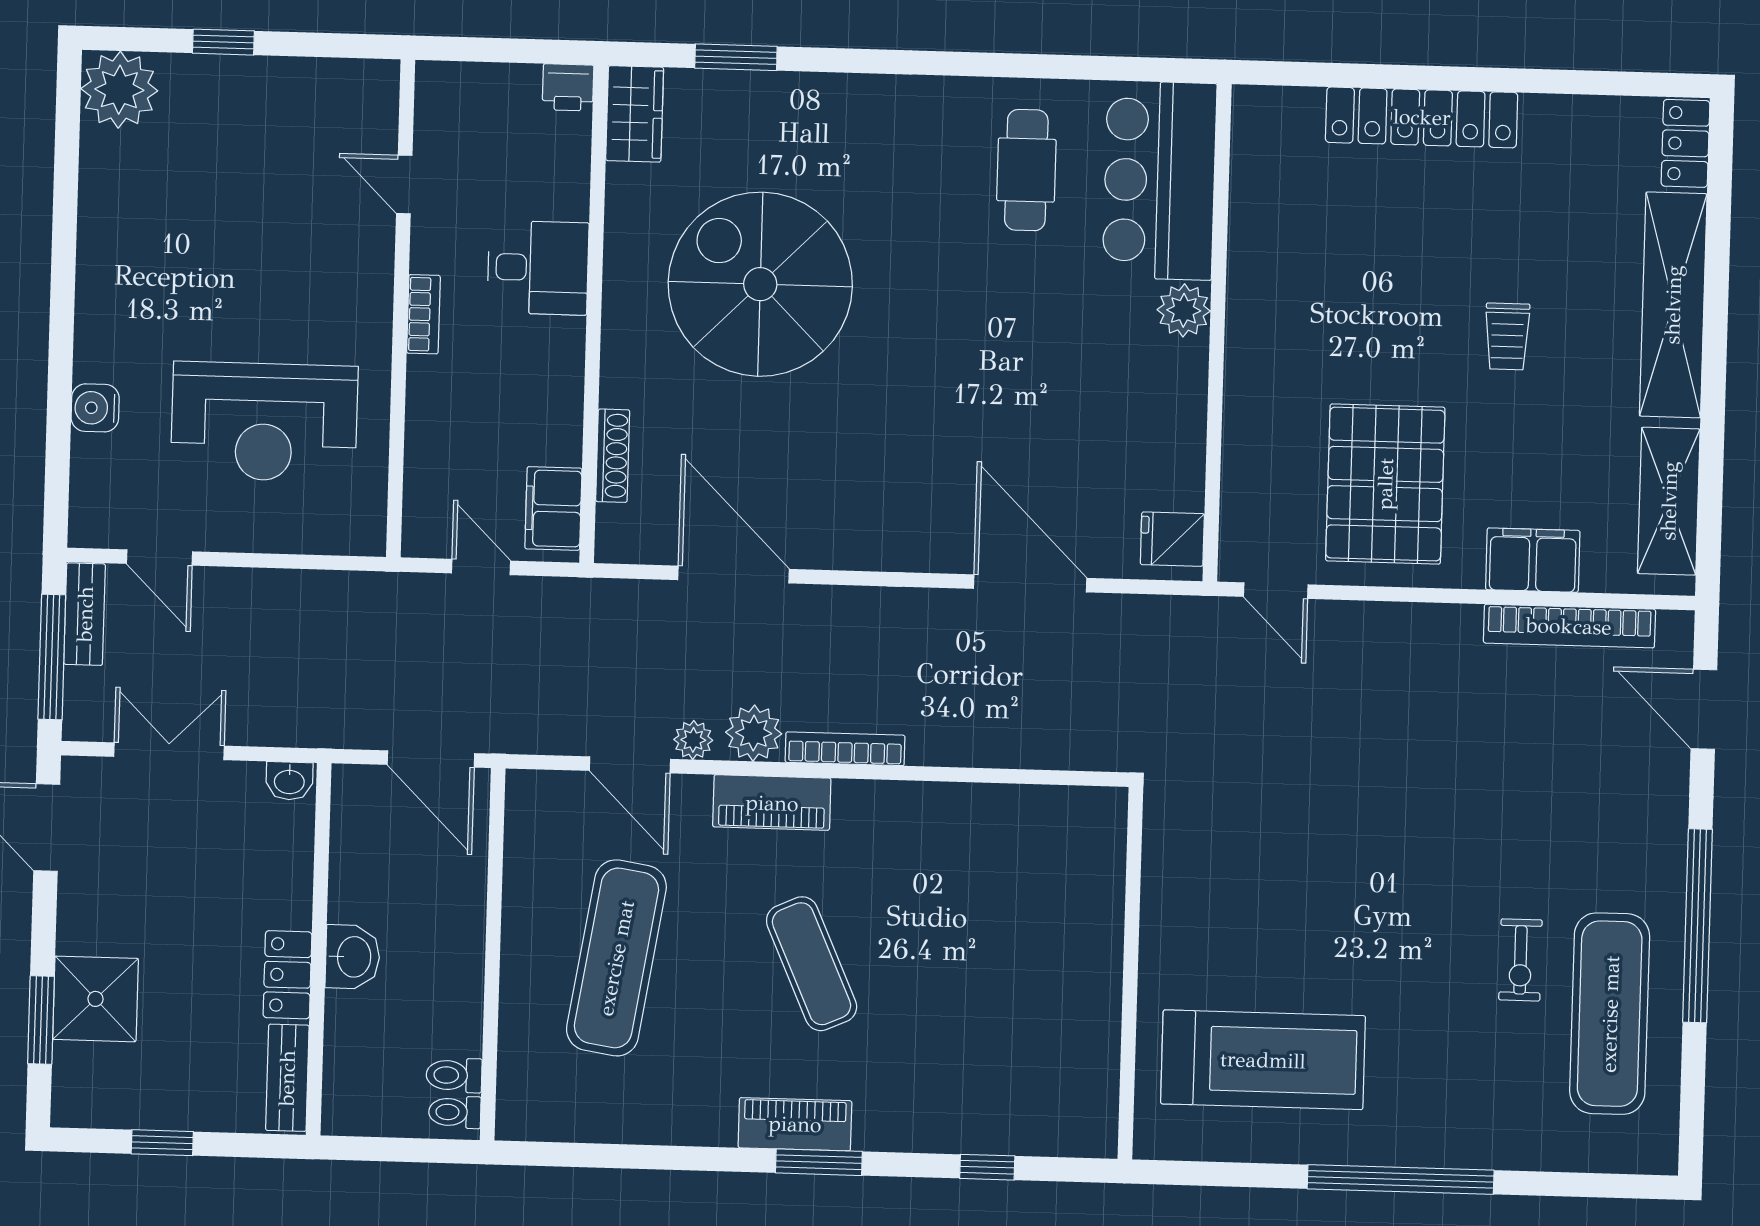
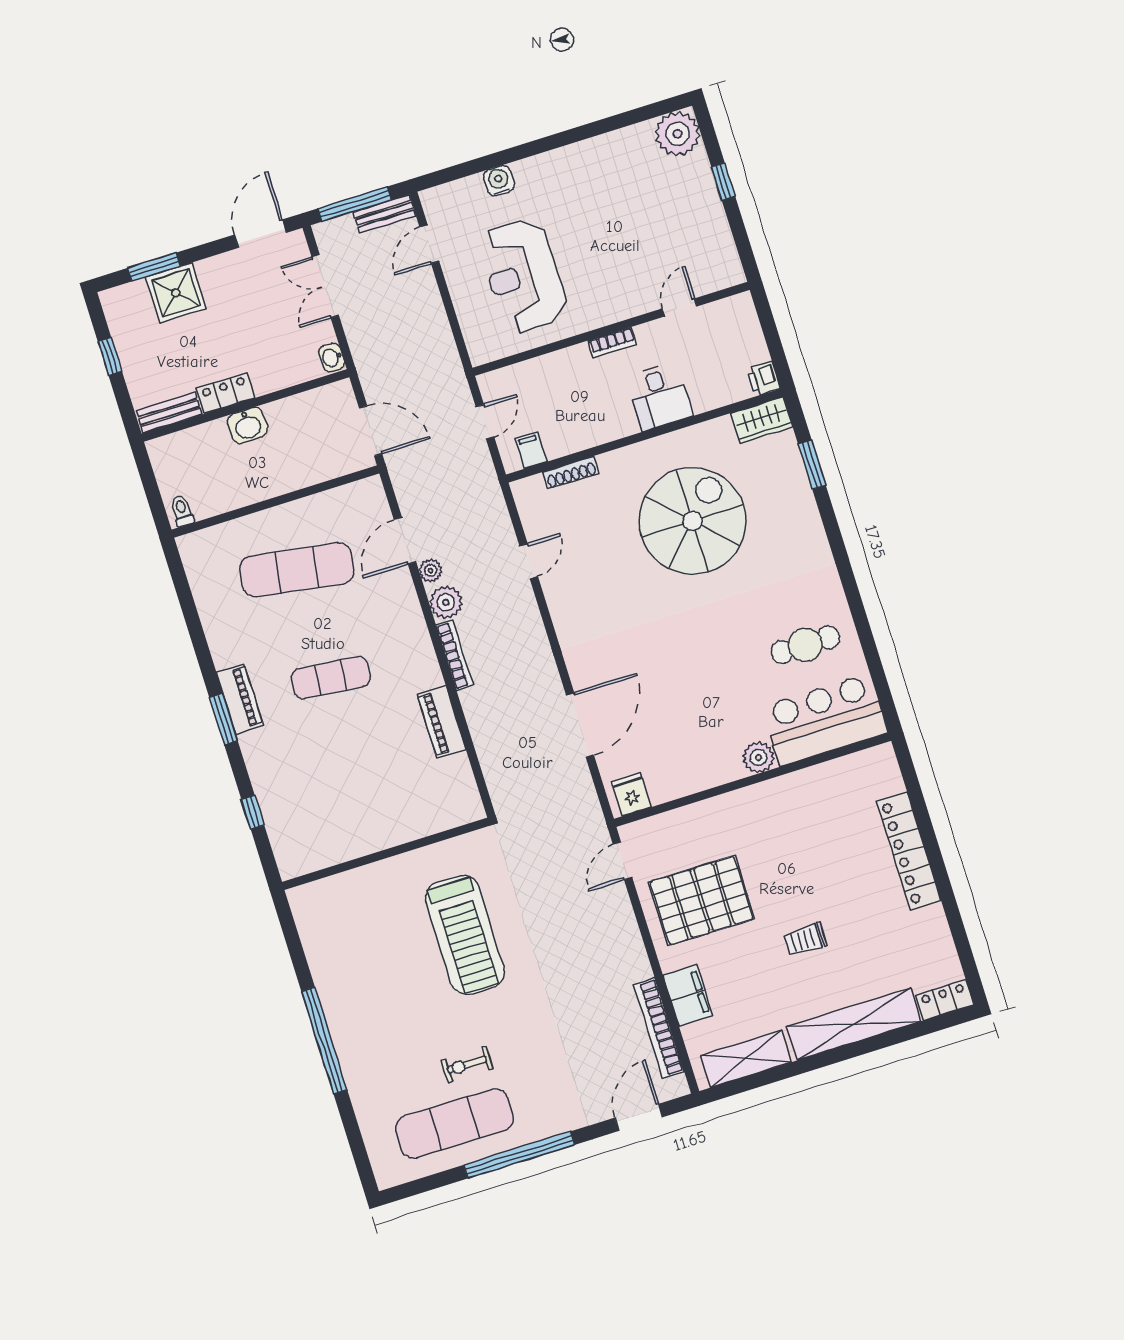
filing cabinet: (553, 508) -> (531, 450), width x0.50
door: (733, 575) -> (529, 561), width x0.53
double door: (169, 751) -> (325, 286), swing flipped
door: (431, 759) -> (371, 431), swing flipped
piano: (772, 803) -> (442, 722), moved
exercise mat: (812, 964) -> (331, 678), turned 30
treadmill: (1263, 1060) -> (465, 935), moved
toilet: (454, 1075) -> (202, 503), removed

